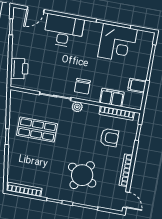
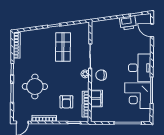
desk: (64, 31) -> (140, 68), moved
printer: (19, 69) -> (128, 23), moved
filing cabinet: (137, 86) -> (109, 116), removed
round table: (82, 175) -> (35, 86), turned -30

